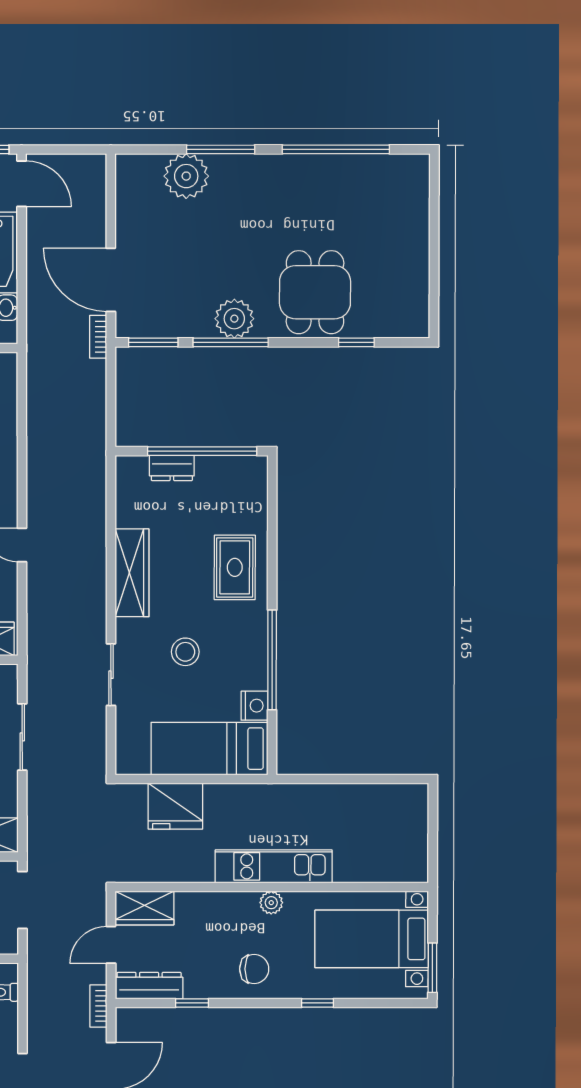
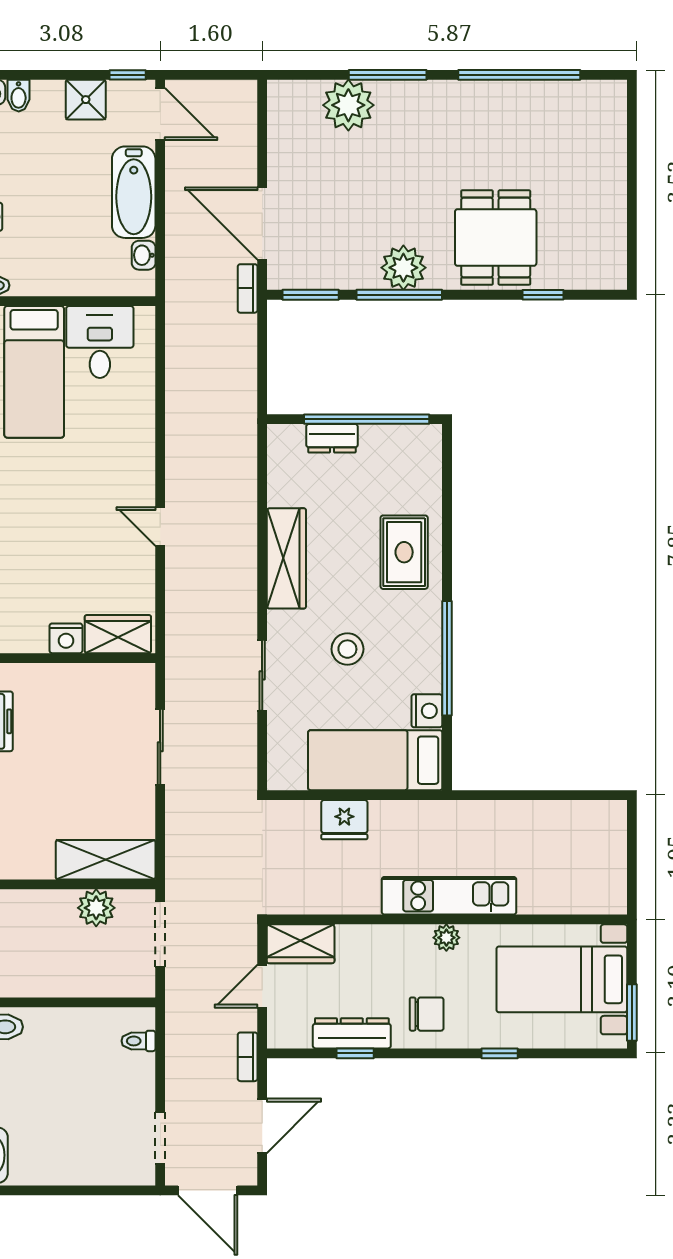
fridge: (175, 806) -> (344, 820), width x0.73, depth x0.75
dresser: (149, 986) -> (352, 1033), moved

